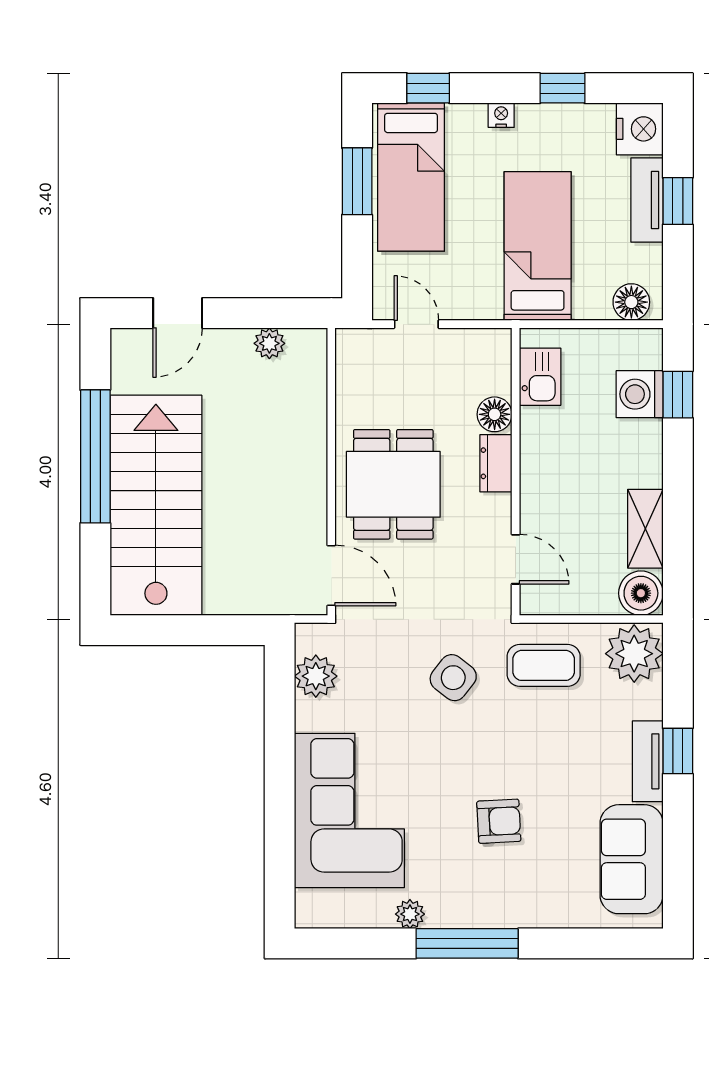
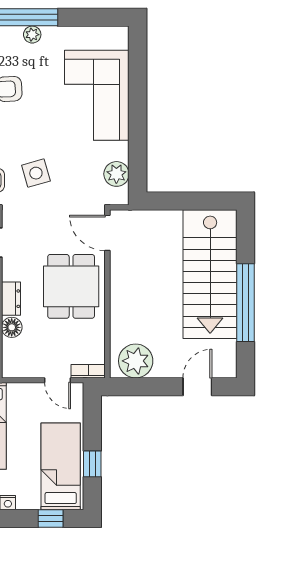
window: (357, 181) -> (92, 464), width x0.67
bookcase: (364, 339) -> (88, 371), added
plant: (269, 343) -> (136, 361), width x1.87, depth x1.87
side table: (453, 678) -> (36, 173), turned 36
plant: (410, 914) -> (32, 35), moved

